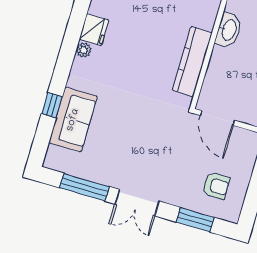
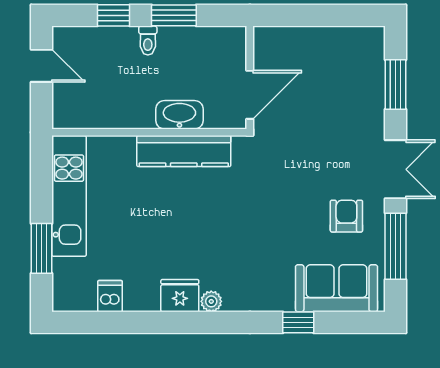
washbasin: (228, 30) -> (179, 115), moved
sofa: (73, 120) -> (336, 288), moved
armchair: (216, 186) -> (346, 216), moved

